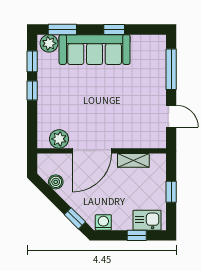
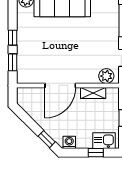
window: (32, 61) -> (13, 62), moved
plant: (59, 139) -> (106, 76), moved
boiler: (56, 182) -> (31, 110), removed

